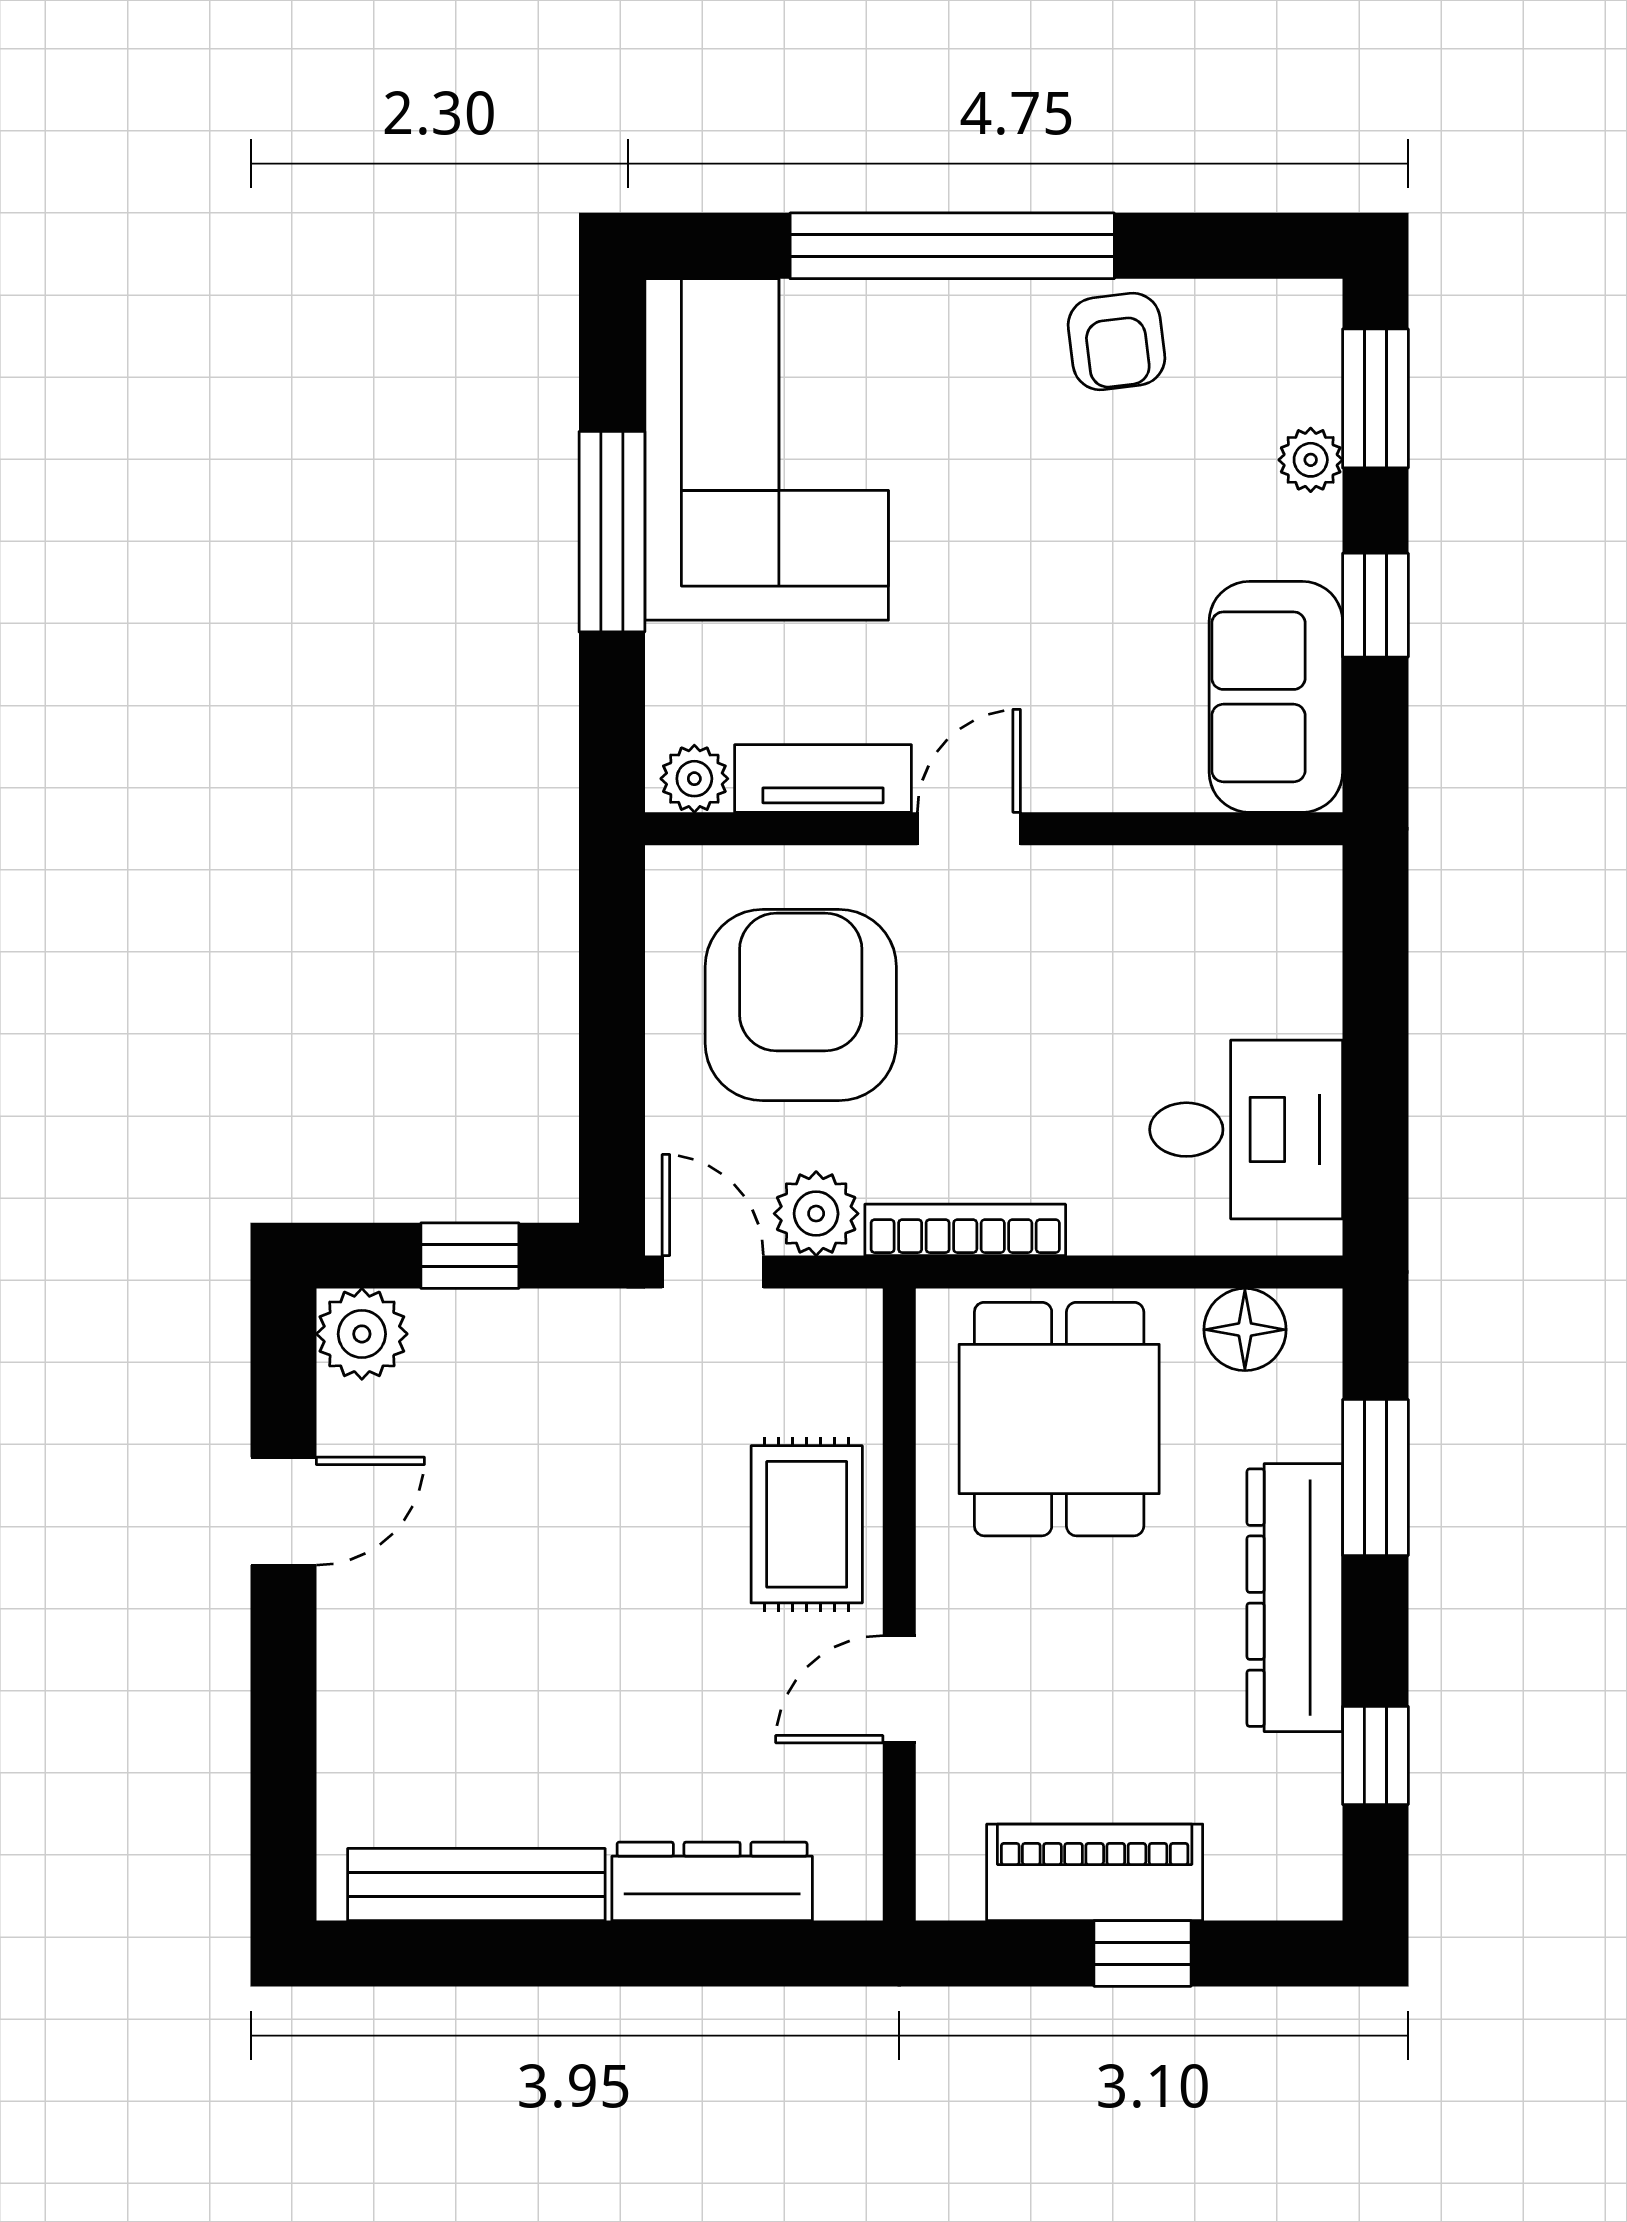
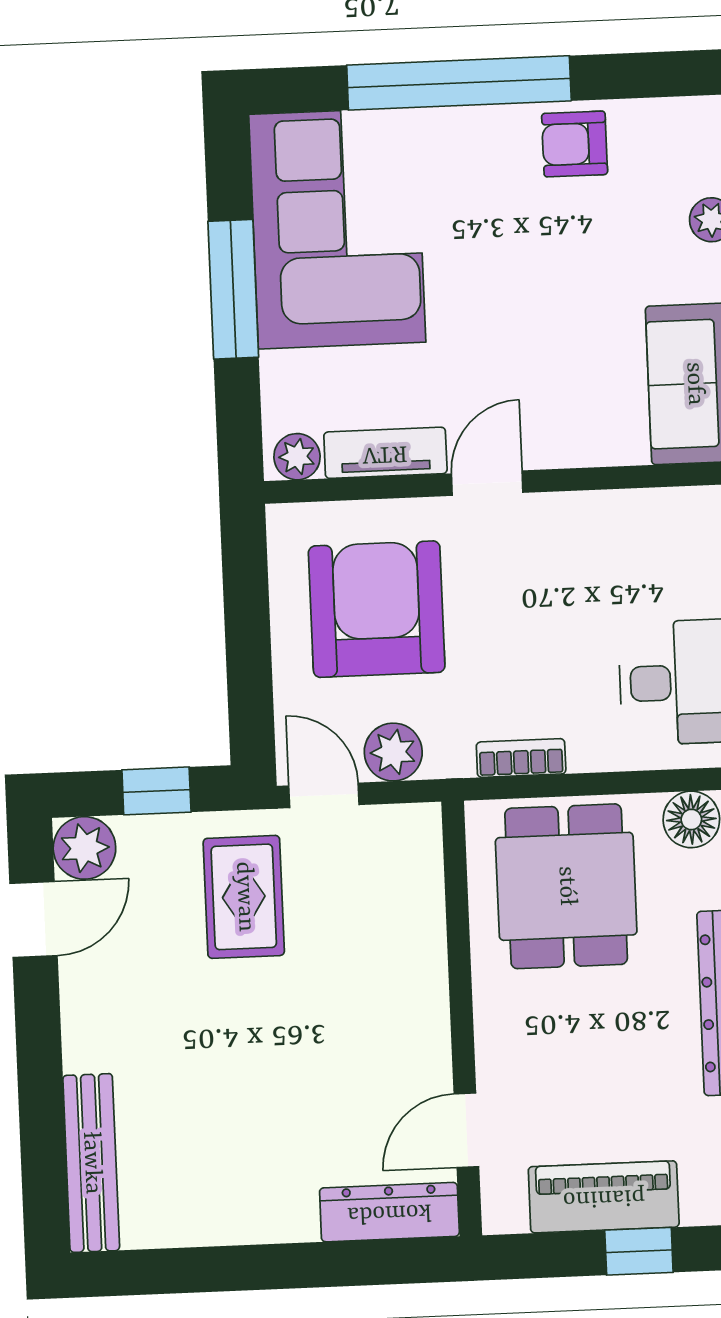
armchair: (1116, 341) -> (575, 144), turned 97
bookcase: (965, 1230) -> (521, 758), width x0.64
door: (284, 1511) -> (34, 919), moved
rug: (807, 1524) -> (244, 897), moved
door: (899, 1689) -> (466, 1130), moved
dresser: (712, 1881) -> (389, 1212), moved
bench: (476, 1885) -> (91, 1163), moved, turned 90

